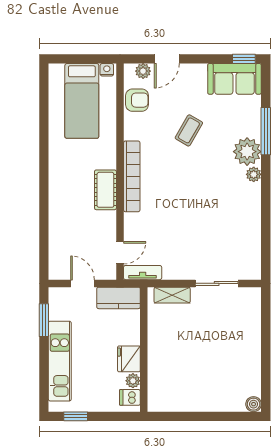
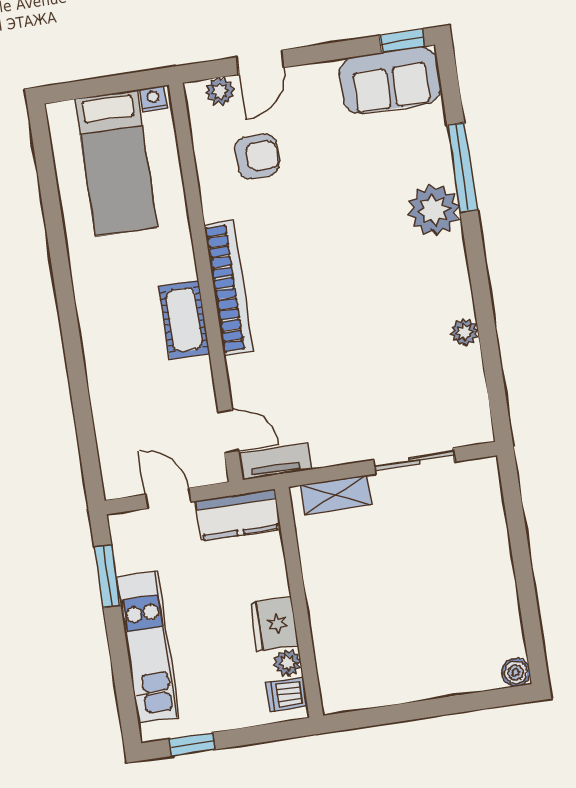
armchair: (137, 100) -> (257, 156), moved
coffee table: (189, 130) -> (321, 187), removed
plant: (254, 174) -> (465, 332), moved
door: (120, 253) -> (228, 431), hinge flipped

